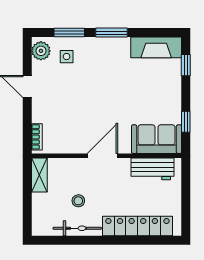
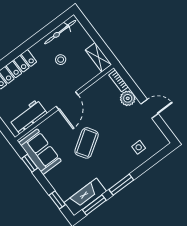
window: (69, 33) -> (94, 205), moved
plant: (41, 51) -> (128, 98), moved
coffee table: (115, 99) -> (87, 143), added
sofa: (157, 139) -> (40, 152), moved, turned -90
bicycle: (77, 228) -> (60, 32), moved

